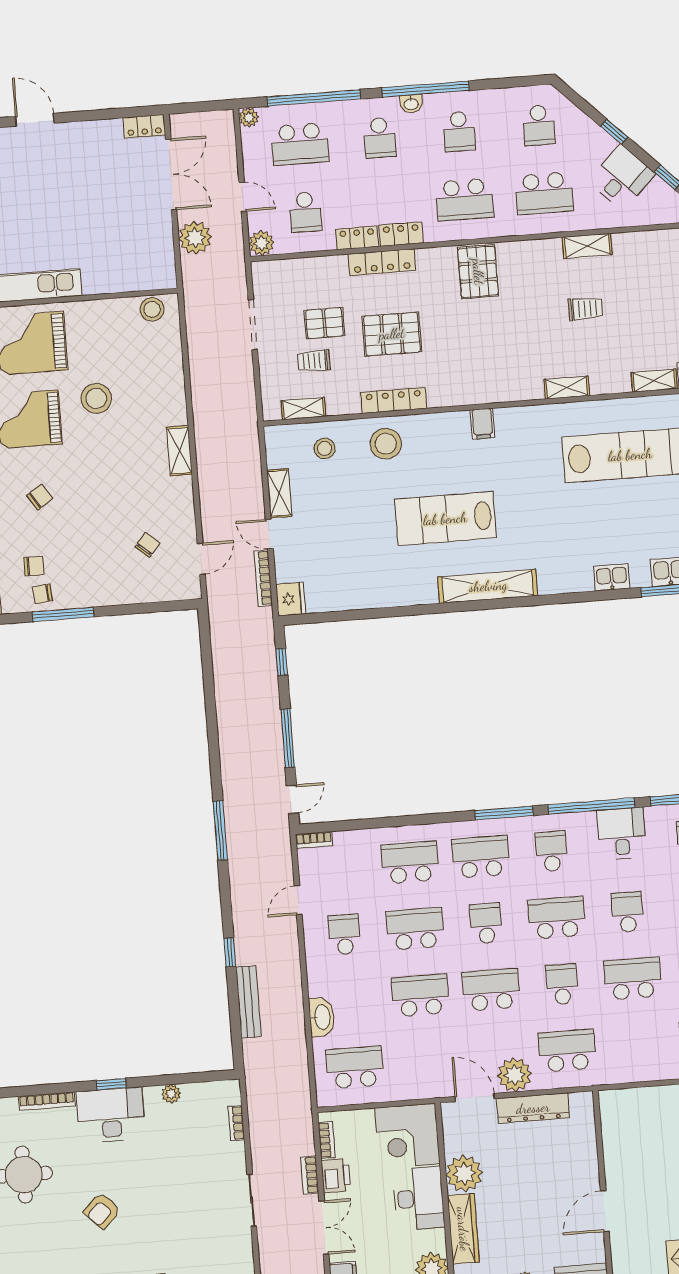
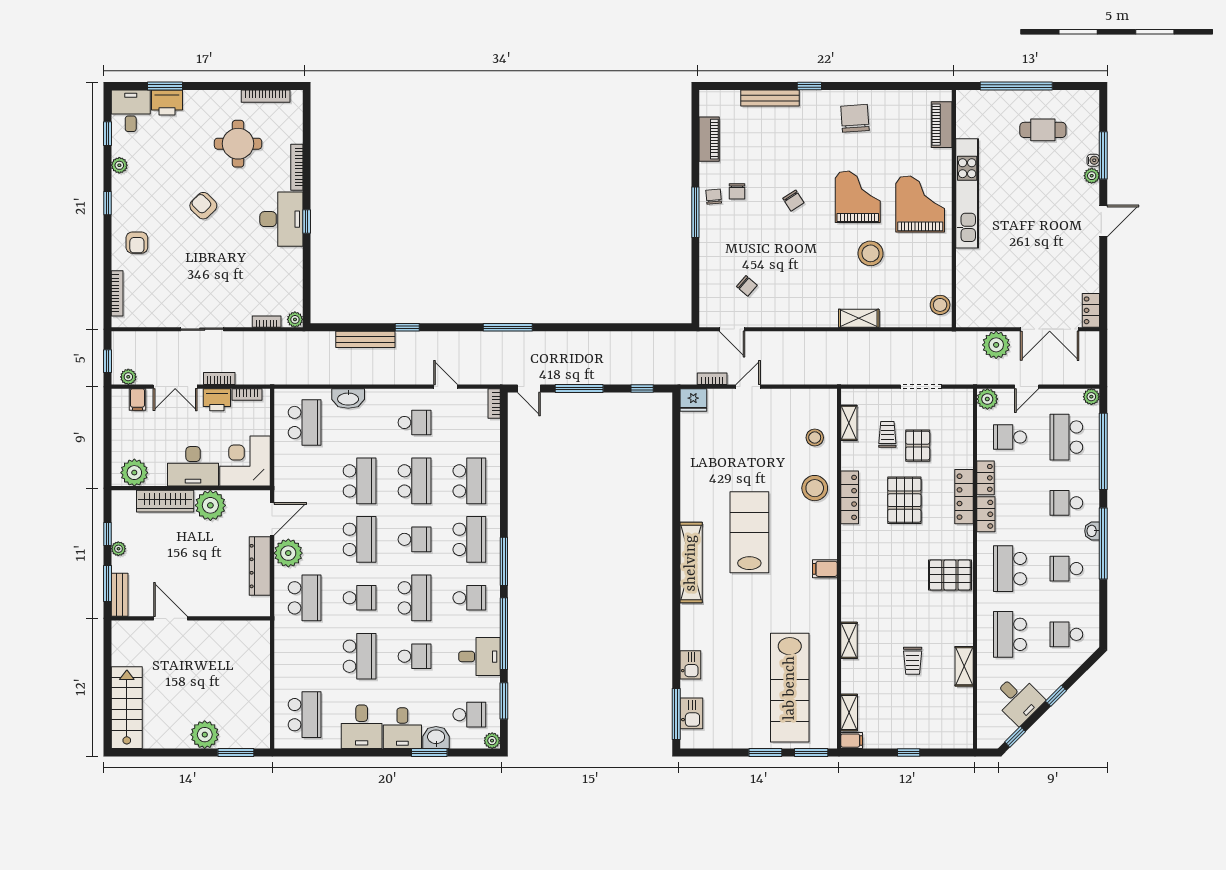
shelving: (179, 451) -> (859, 318), moved
shelving: (279, 493) -> (781, 398), removed
bookcase: (263, 578) -> (712, 379), width x0.64
plant: (171, 1094) -> (295, 319), moved

